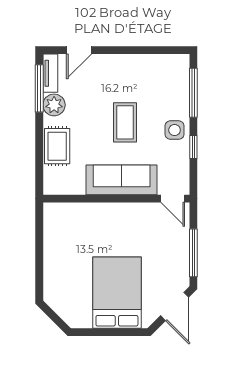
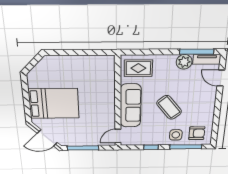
armchair: (169, 77) -> (197, 133), added
coffee table: (125, 122) -> (169, 107), turned 51
side table: (175, 130) -> (176, 135), moved
rug: (57, 146) -> (138, 68), moved

